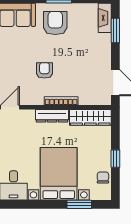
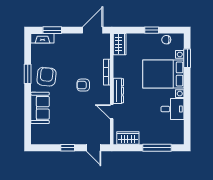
armchair: (55, 23) -> (46, 77), turned 96
dresser: (52, 116) -> (118, 91), moved
wardrobe: (90, 117) -> (120, 44), width x0.67

